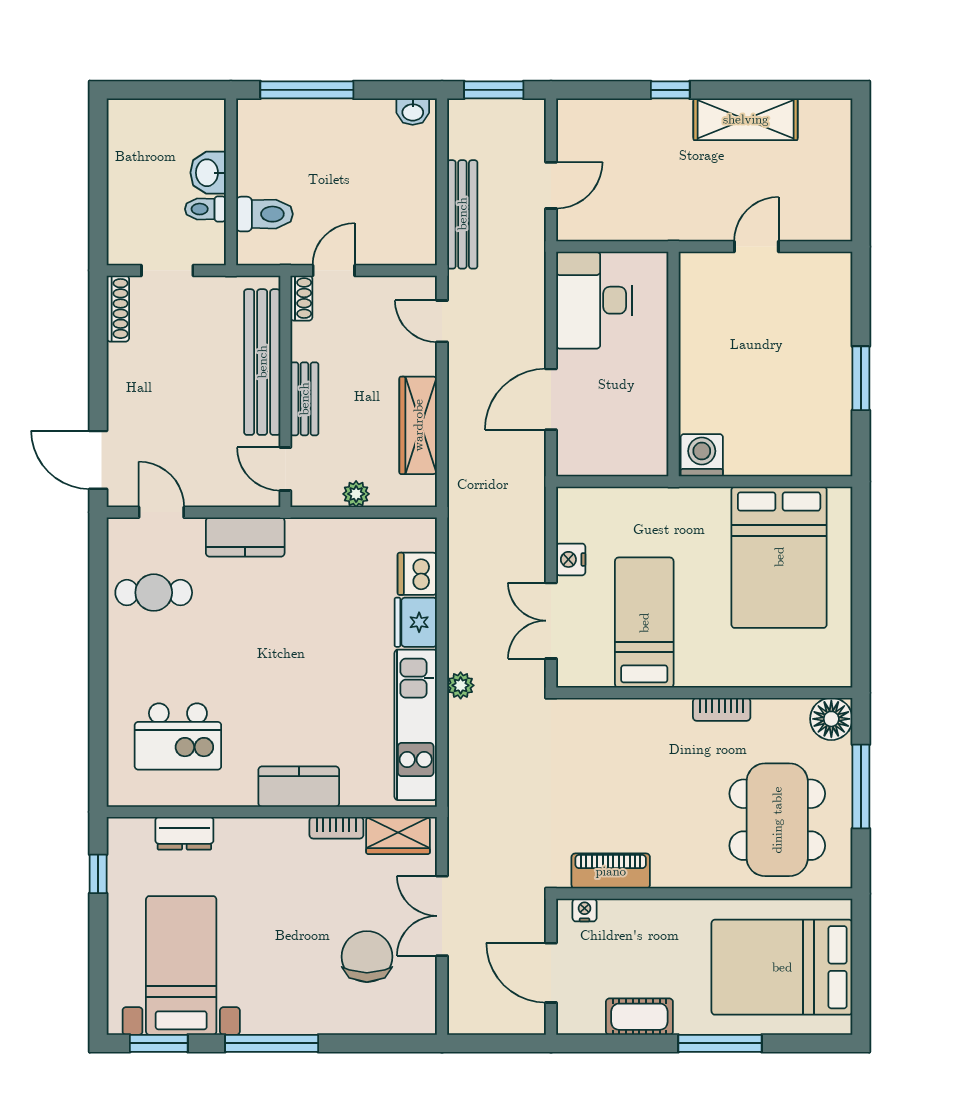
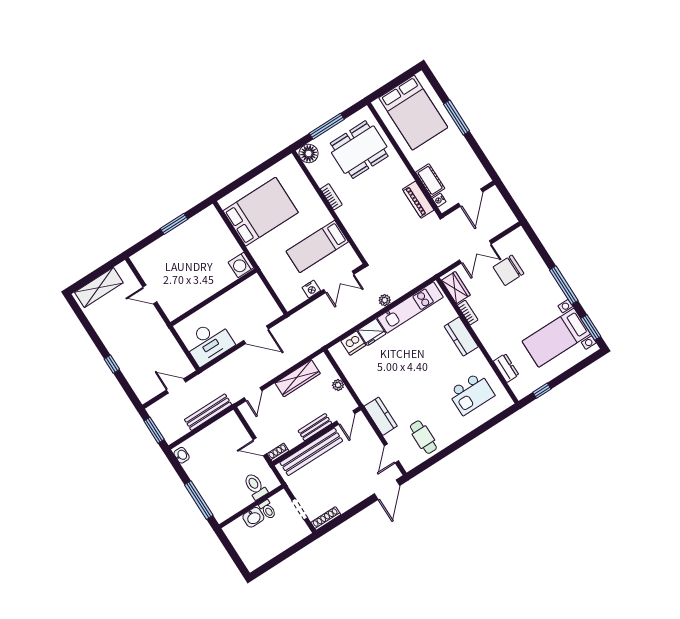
shelving: (746, 119) -> (99, 287), moved, turned 90
kitchen island: (178, 736) -> (471, 394), turned 90
cot: (639, 1017) -> (430, 180), moved

